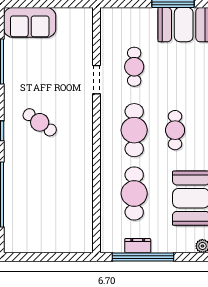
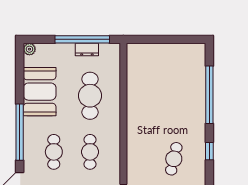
cafe table: (40, 122) -> (174, 159), turned 67
cafe table: (134, 130) -> (90, 152), width x0.73, depth x0.74

